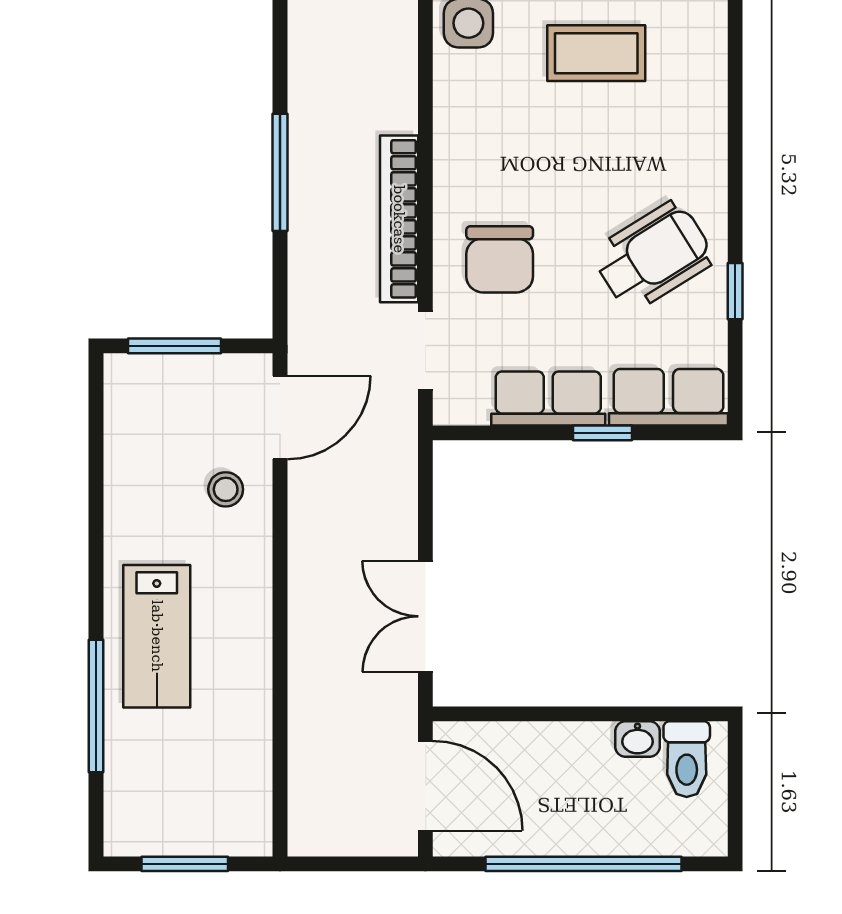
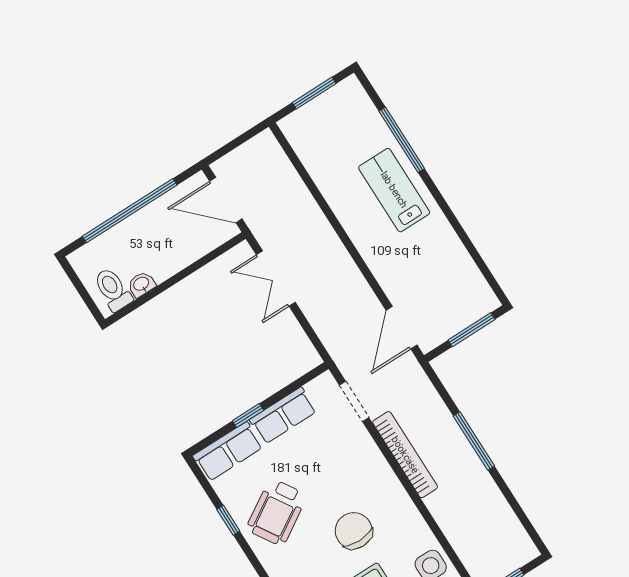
chair: (500, 259) -> (354, 531), moved
stool: (226, 489) -> (406, 278), removed
double door: (425, 616) -> (276, 278), swing flipped

